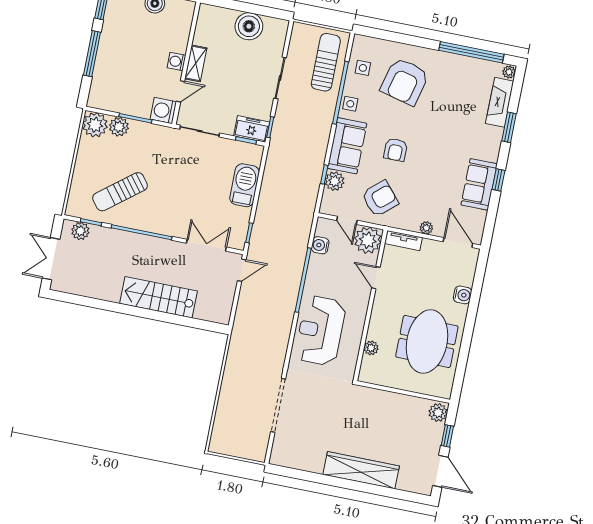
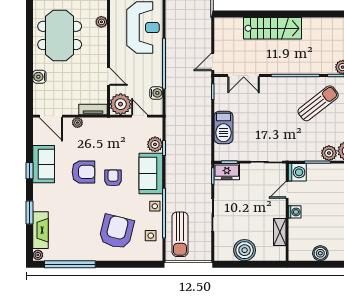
shelving: (196, 63) -> (280, 232), moved
armchair: (380, 199) -> (84, 172), moved, turned -139

